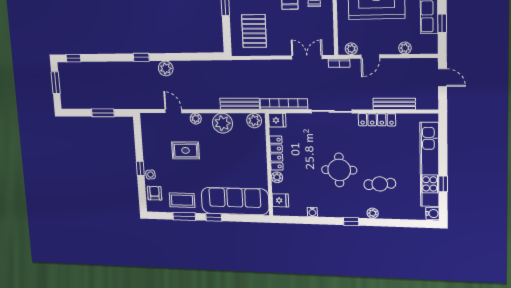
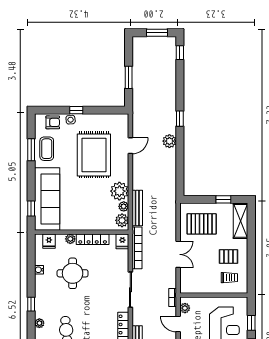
double door: (307, 57) -> (178, 254), moved
plant: (196, 119) -> (124, 206), moved
rug: (185, 150) -> (94, 155), width x1.86, depth x2.06
round table: (339, 170) -> (73, 273), moved
window: (214, 217) -> (31, 208), moved

